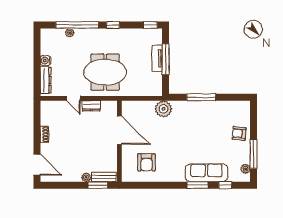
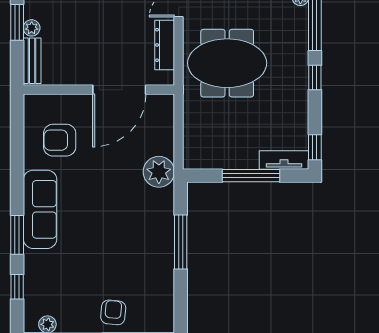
tv unit: (157, 58) -> (284, 160), moved
meeting table: (105, 72) -> (227, 63), turned 90
dresser: (91, 106) -> (165, 45), width x1.44
sofa: (207, 173) -> (40, 209), moved
window: (98, 185) -> (17, 22), moved

